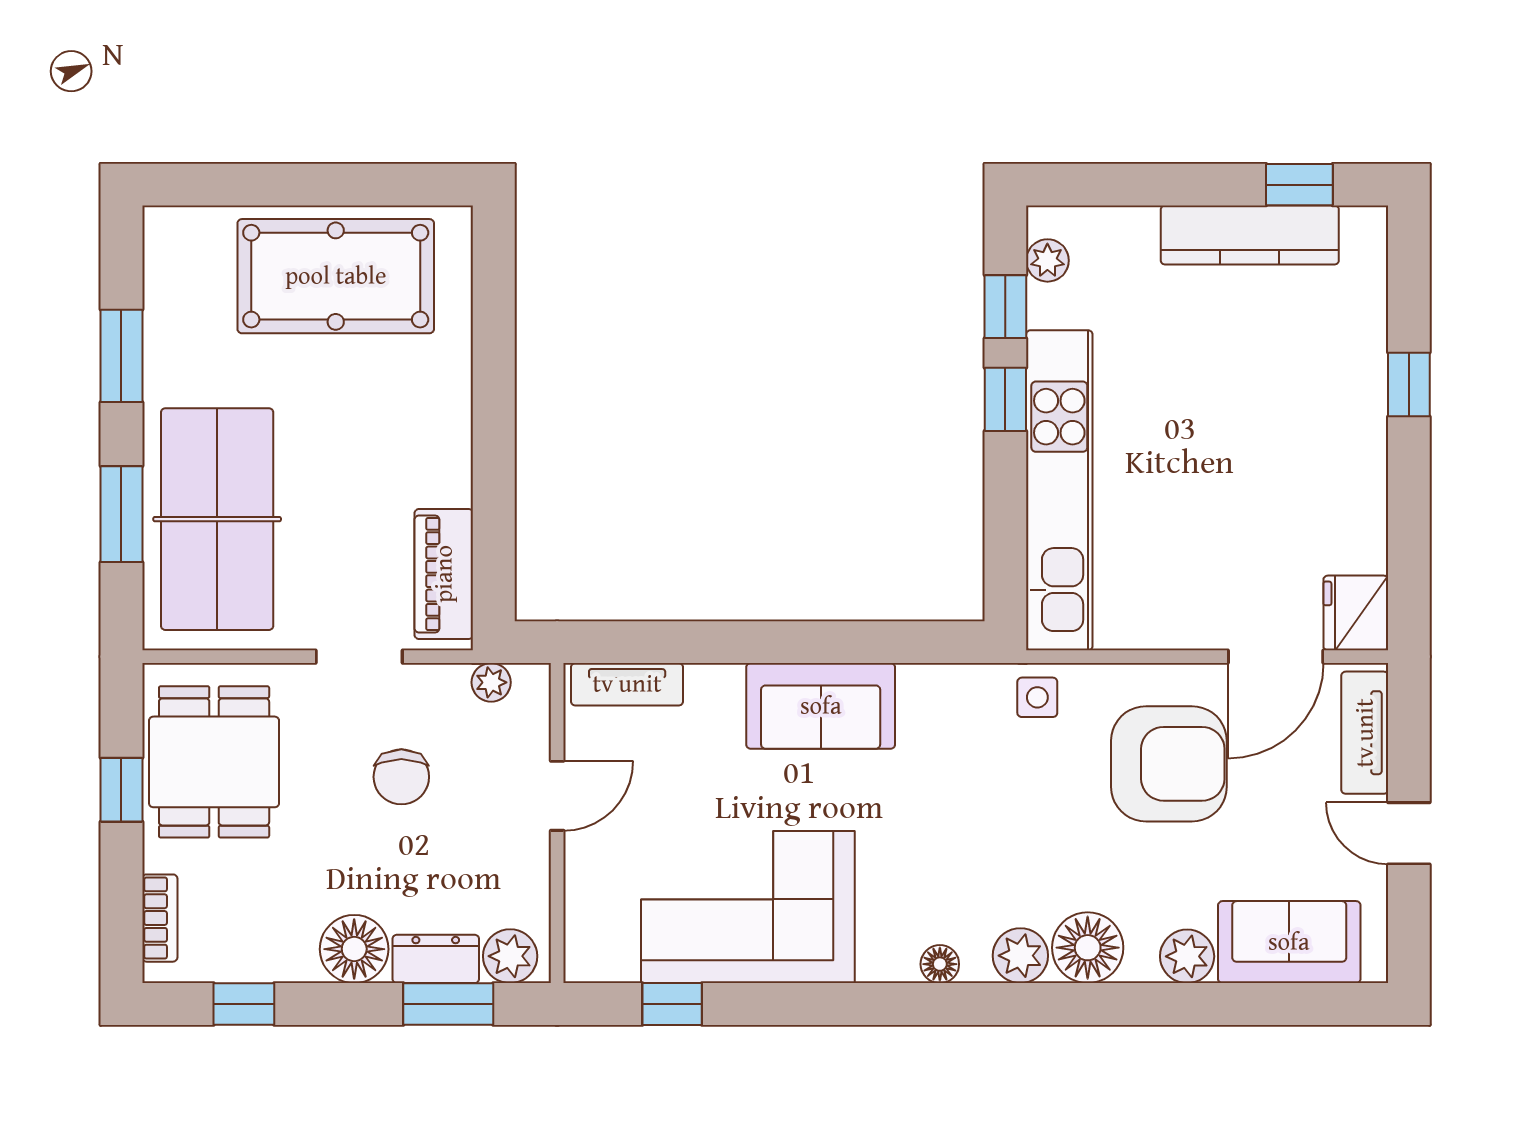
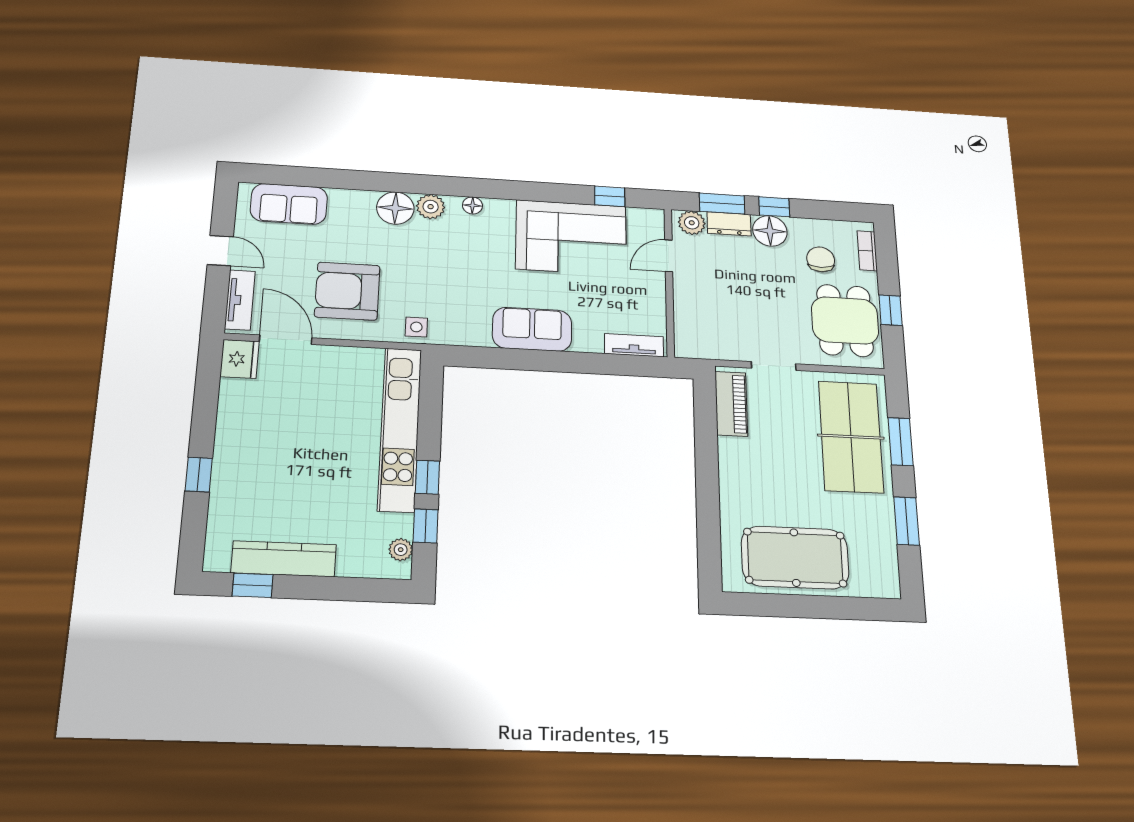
door: (1276, 657) -> (286, 340), hinge flipped
plant: (491, 682) -> (705, 350), removed
chair: (401, 777) -> (821, 259), moved
door: (557, 796) -> (669, 256), moved
plant: (1187, 956) -> (343, 201), removed
window: (244, 1004) -> (774, 207), moved

